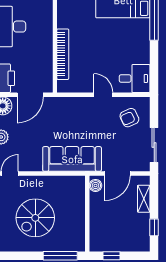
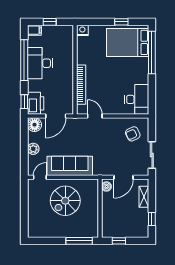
desk: (135, 78) -> (137, 99), width x1.37
door: (103, 95) -> (95, 116), moved
sofa: (72, 159) -> (70, 166), moved
spiral stairs: (35, 218) -> (65, 201), moved

